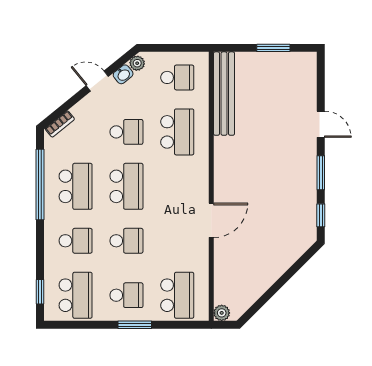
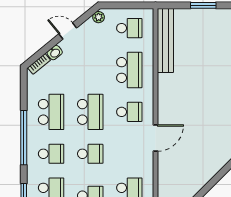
washbasin: (123, 74) -> (55, 53), moved
school desk: (126, 132) -> (129, 112), moved
window: (40, 184) -> (24, 138), moved

